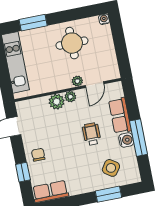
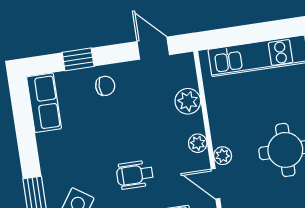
plant: (57, 102) -> (188, 101), moved
wheelchair: (92, 134) -> (135, 175), turned 180

